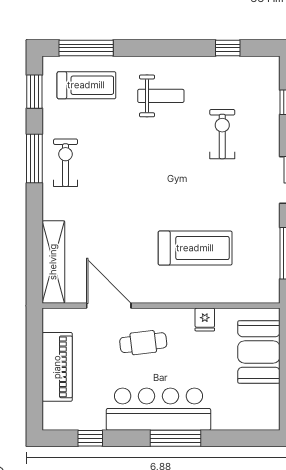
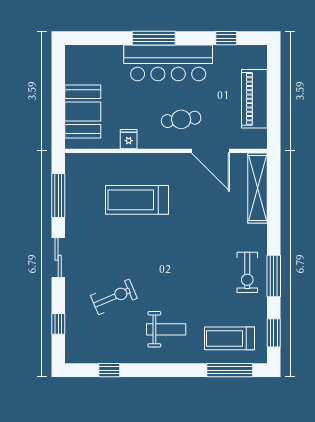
weight bench: (161, 96) -> (166, 329), turned 180
exercise bike: (222, 134) -> (114, 297), turned -113

